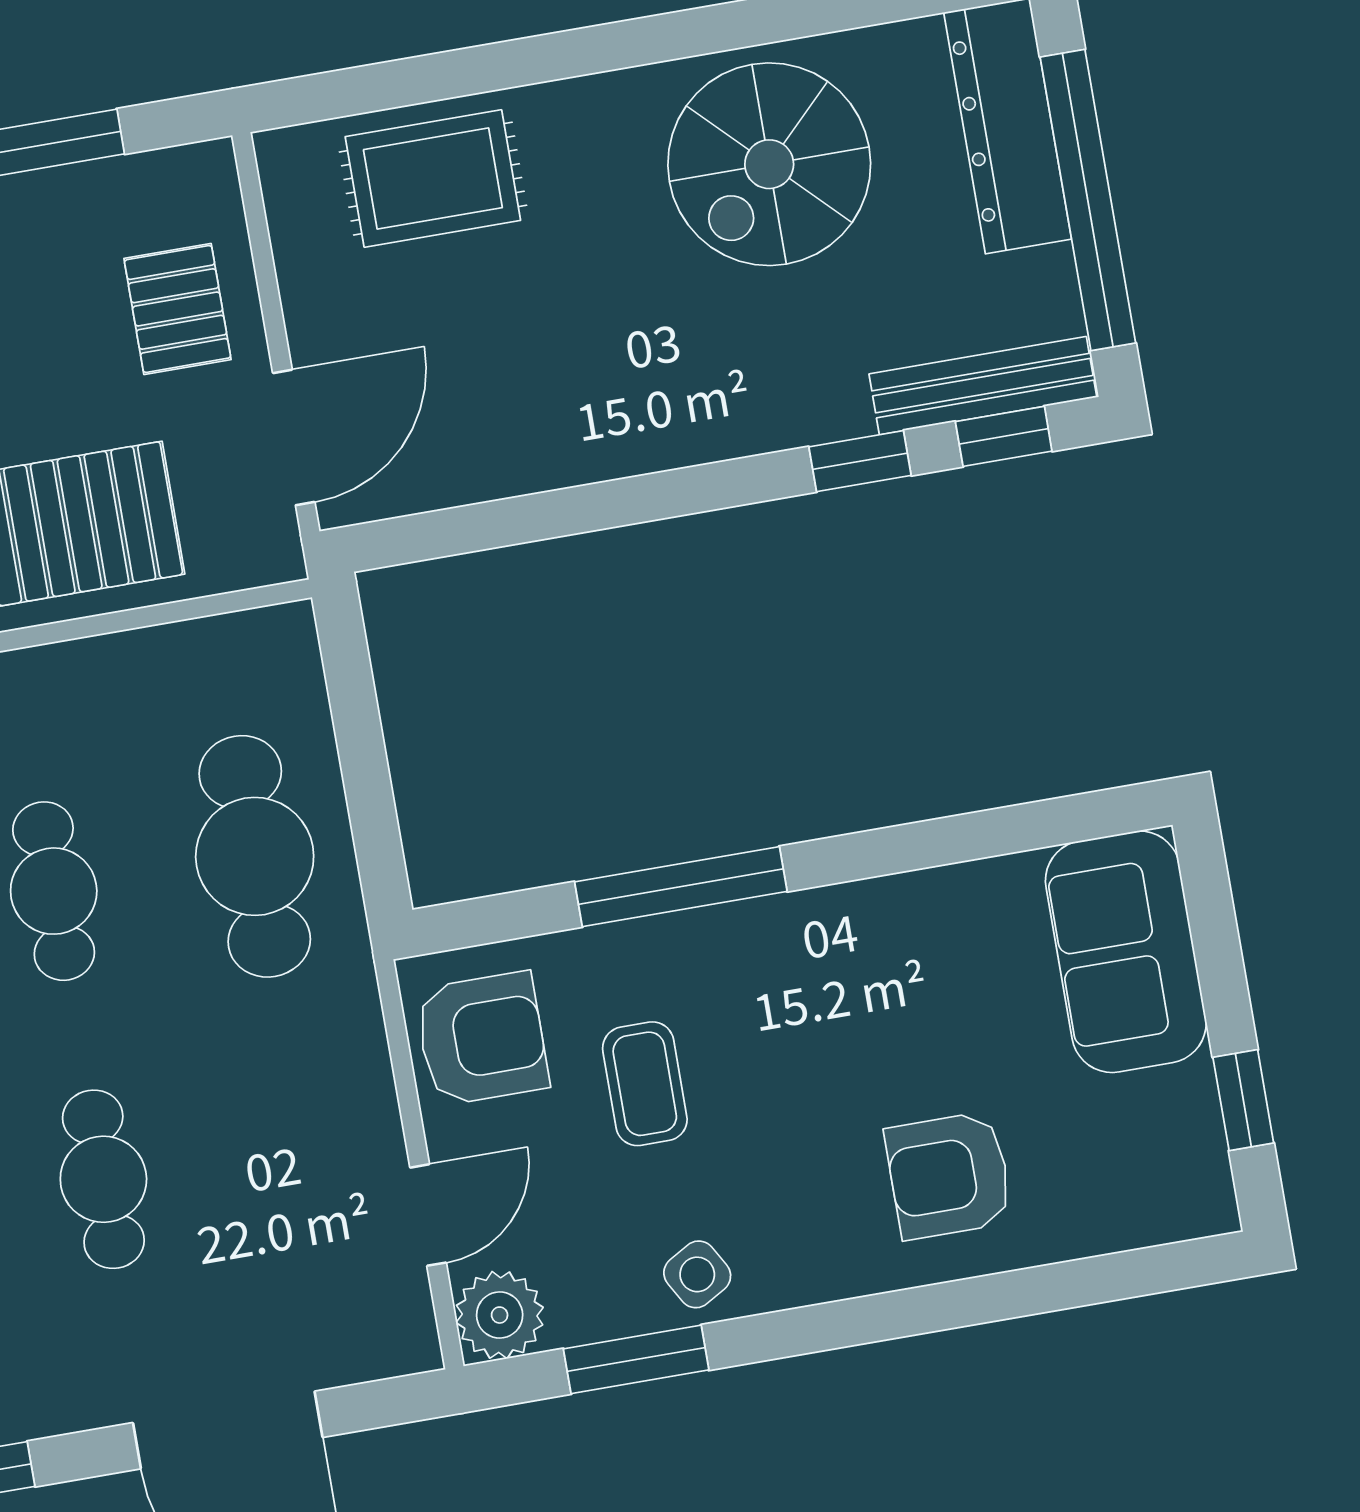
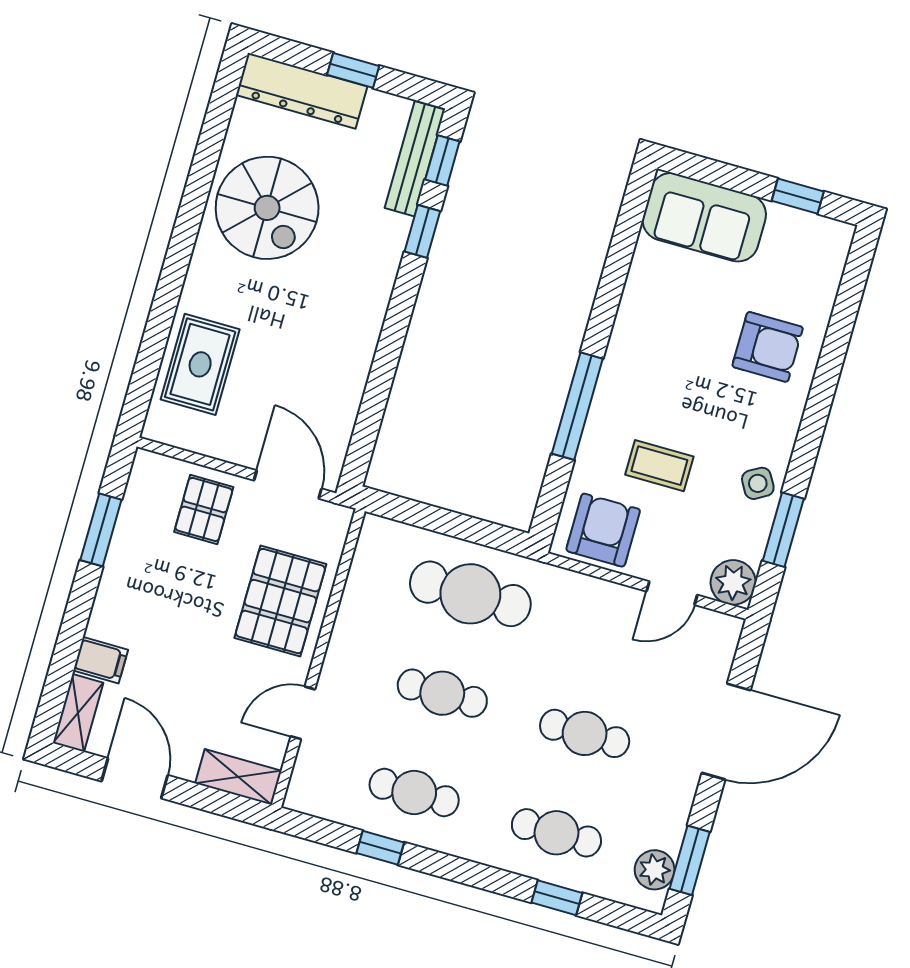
window: (1088, 200) -> (353, 70), width x0.32
pallet: (178, 309) -> (204, 509), turned 90
armchair: (949, 1175) -> (768, 347), turned -90
door: (428, 1215) -> (672, 593), swing flipped

